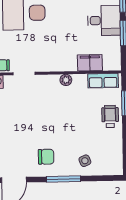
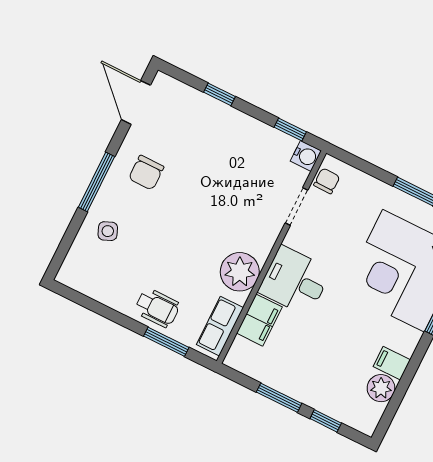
desk: (104, 20) -> (295, 281), moved, turned 90
plant: (66, 80) -> (240, 272), width x1.87, depth x1.87

